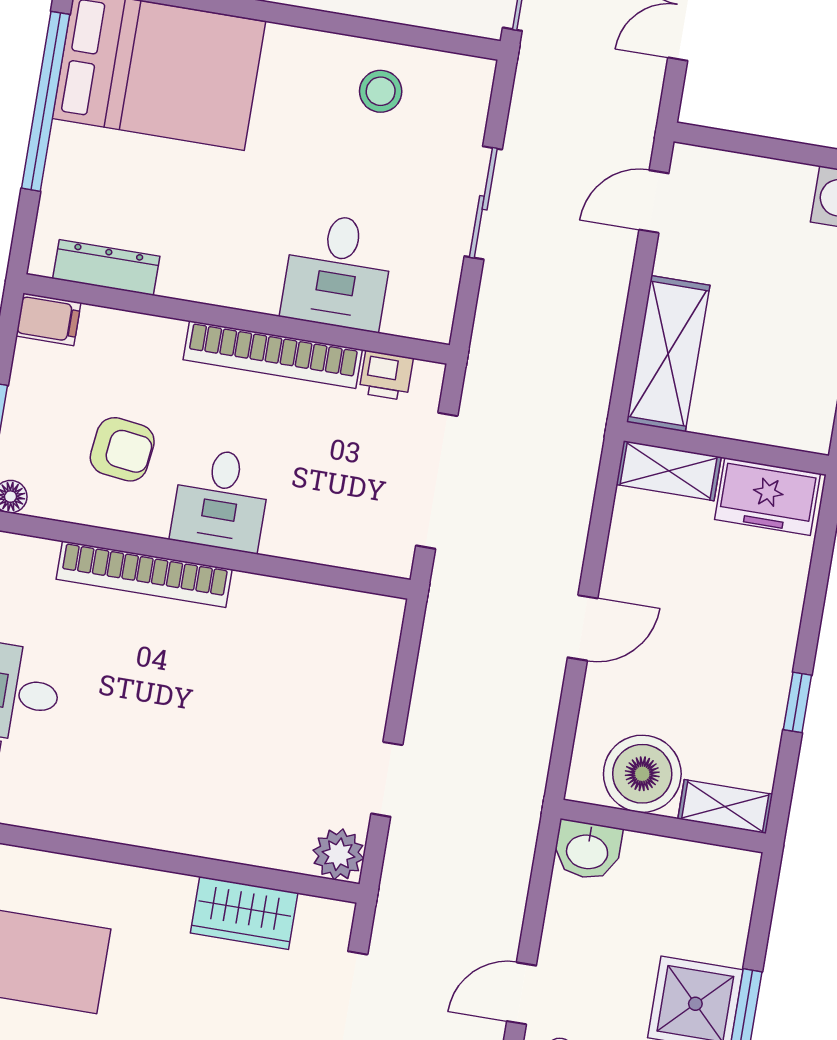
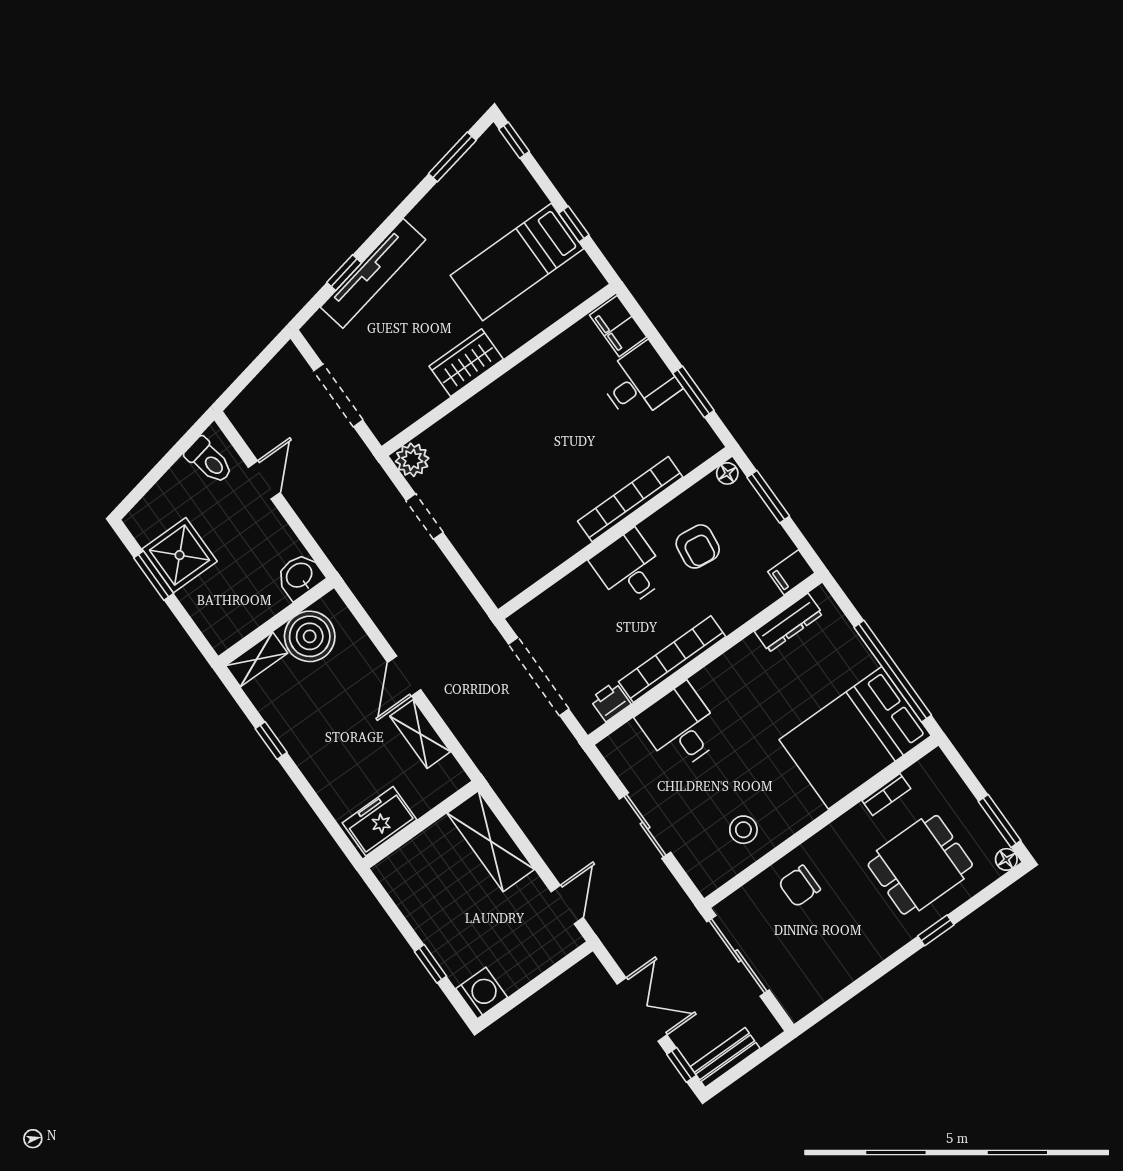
armchair: (122, 449) -> (698, 546), turned -90
shelving: (669, 471) -> (420, 734), moved, turned 90
wardrobe: (244, 913) -> (466, 363), moved

